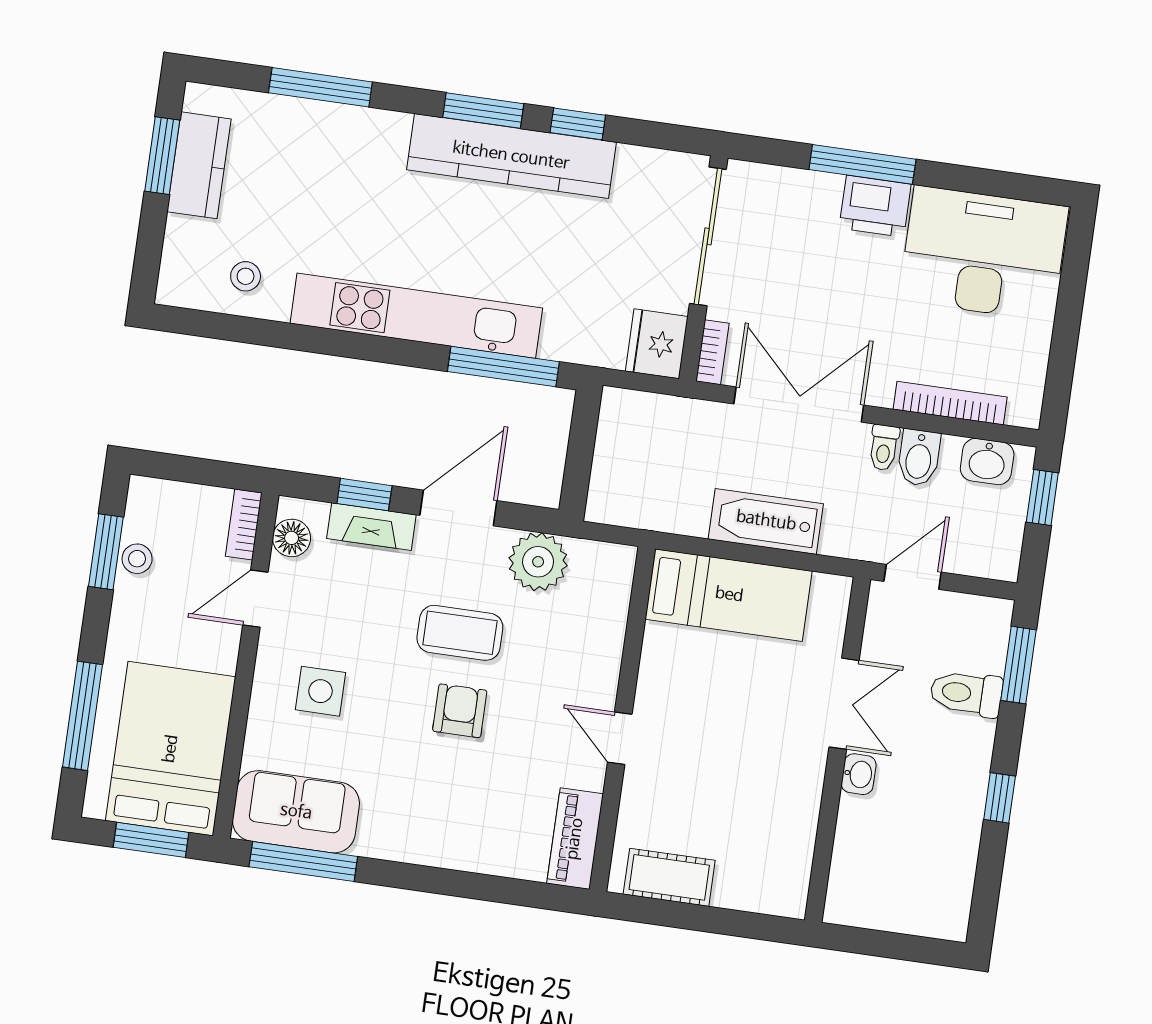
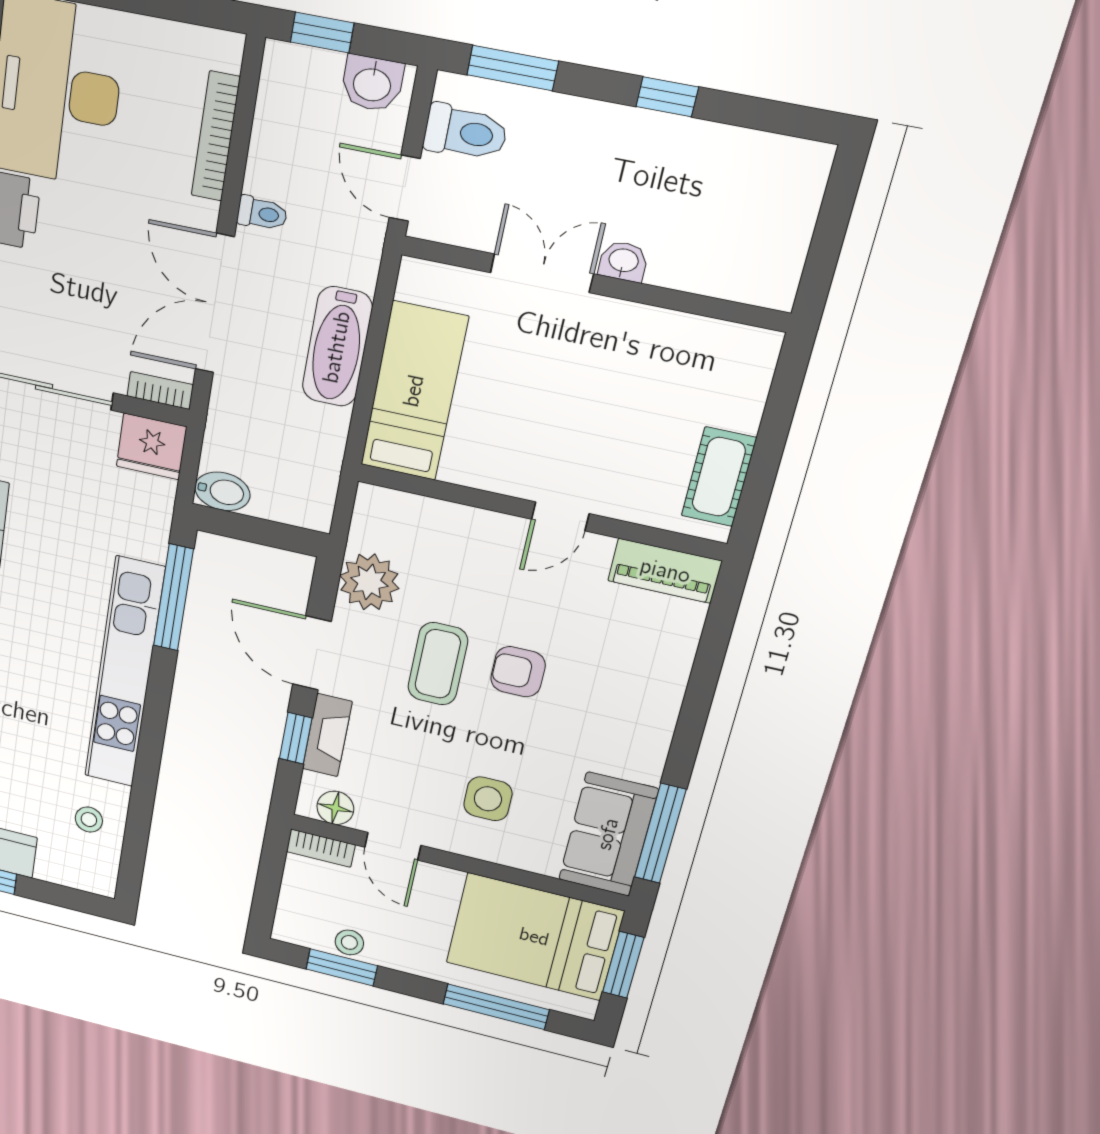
bidet: (919, 458) -> (222, 491), moved
washbasin: (987, 462) -> (372, 83), moved, turned 90
toilet: (966, 693) -> (465, 132), moved, turned -90

